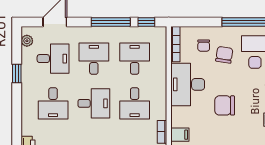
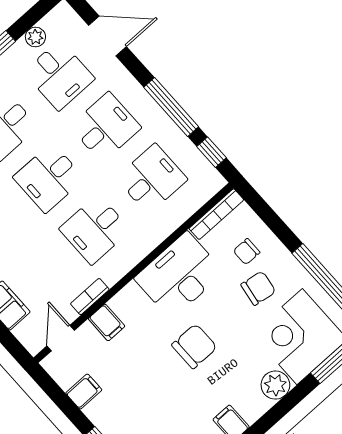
plant: (27, 41) -> (35, 37), moved
desk: (94, 103) -> (49, 178), turned 90
chair: (225, 105) -> (194, 346), turned 90

